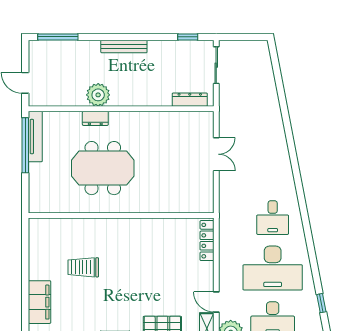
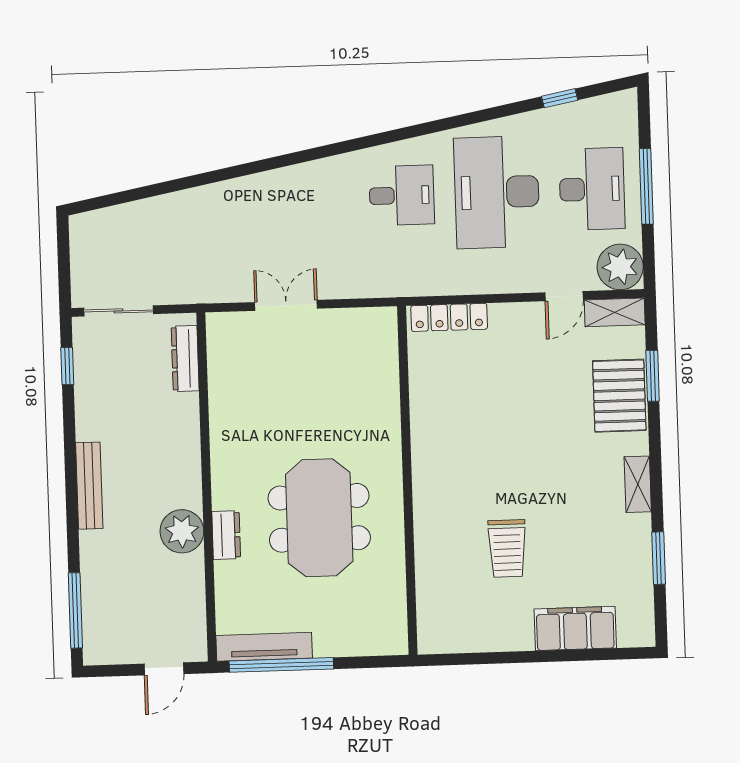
desk: (273, 268) -> (497, 192), turned 180

